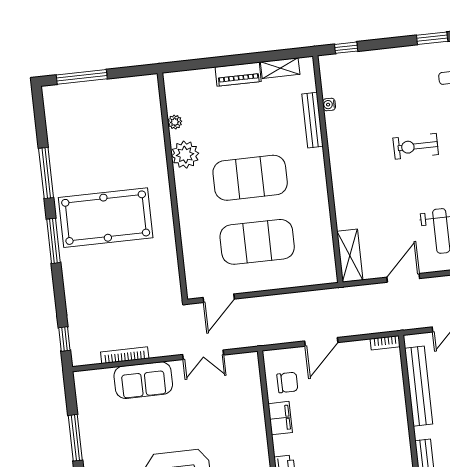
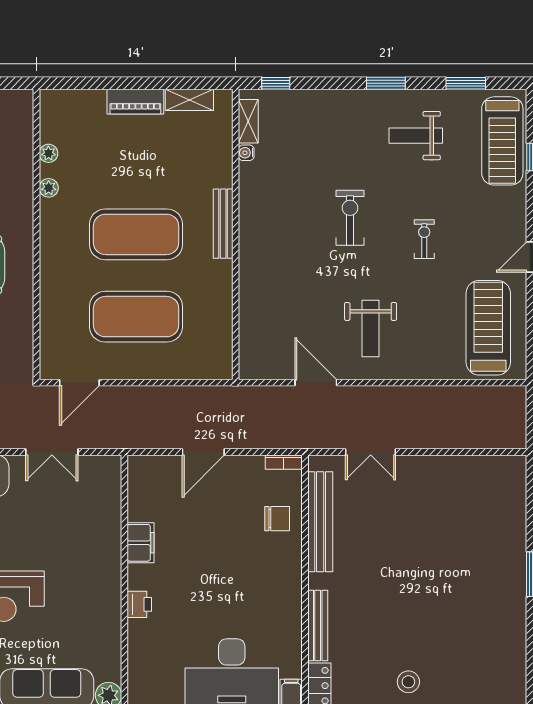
bench: (312, 120) -> (223, 224), moved
exercise bike: (416, 146) -> (350, 218), turned 90
plant: (185, 155) -> (49, 188), width x0.53, depth x0.53
shelving: (350, 256) -> (248, 121), moved, width x0.67, depth x0.75
door: (403, 278) -> (316, 383), hinge flipped
chair: (287, 382) -> (277, 519), moved

